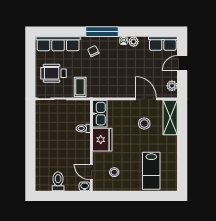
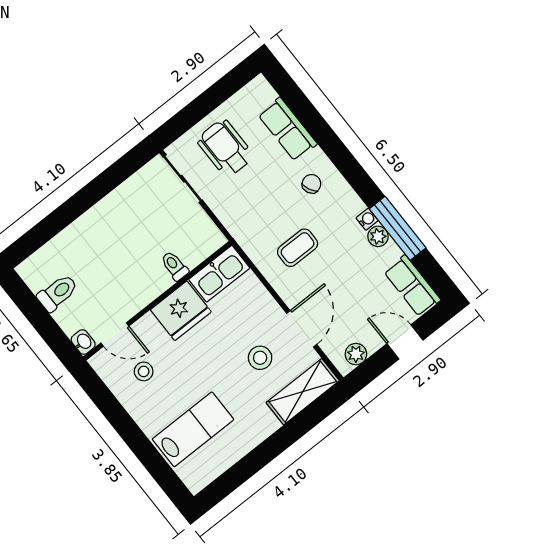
window: (102, 32) -> (398, 228), moved
row of seats: (58, 44) -> (288, 129), width x0.68
coffee table: (80, 87) -> (298, 248), moved
lab bench: (151, 171) -> (193, 429), turned 180
door: (91, 172) -> (115, 334), swing flipped

